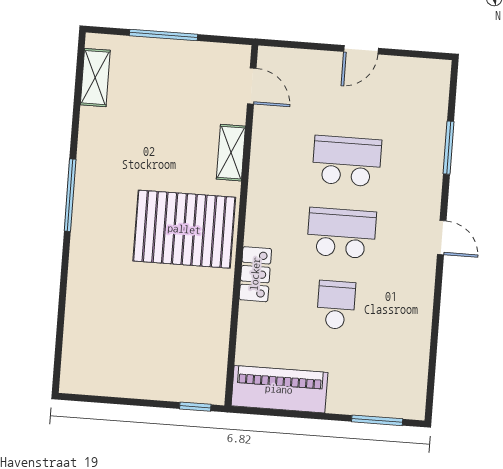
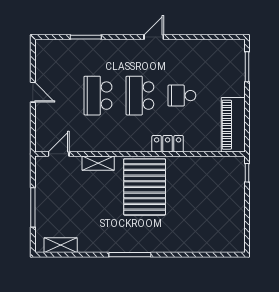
door: (442, 238) -> (154, 37), moved

